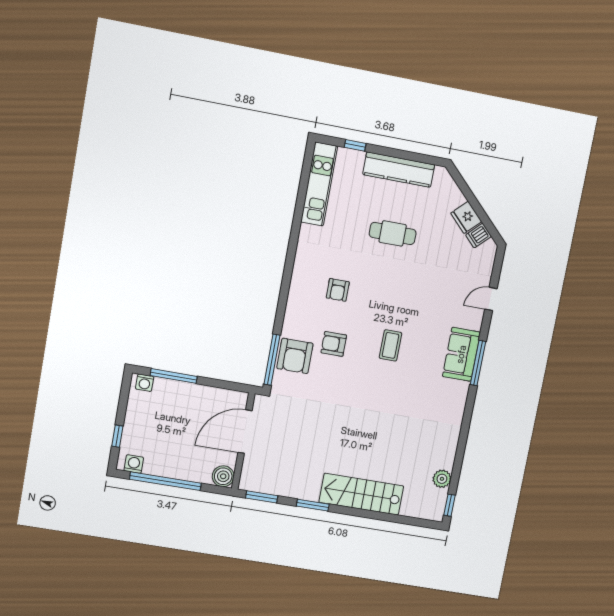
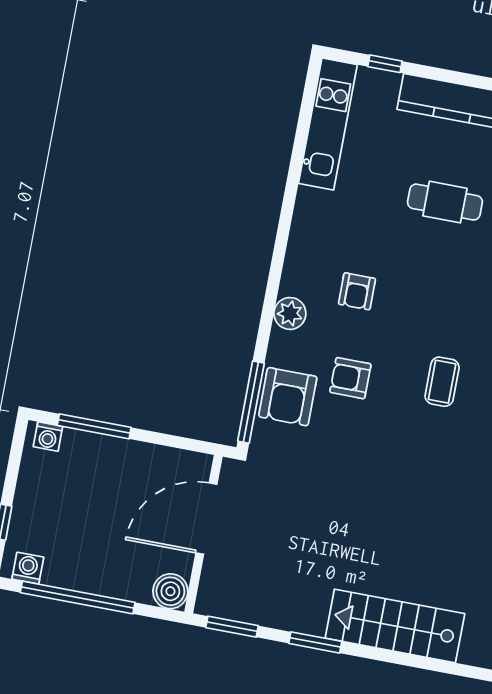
plant: (296, 304) -> (290, 313), added

